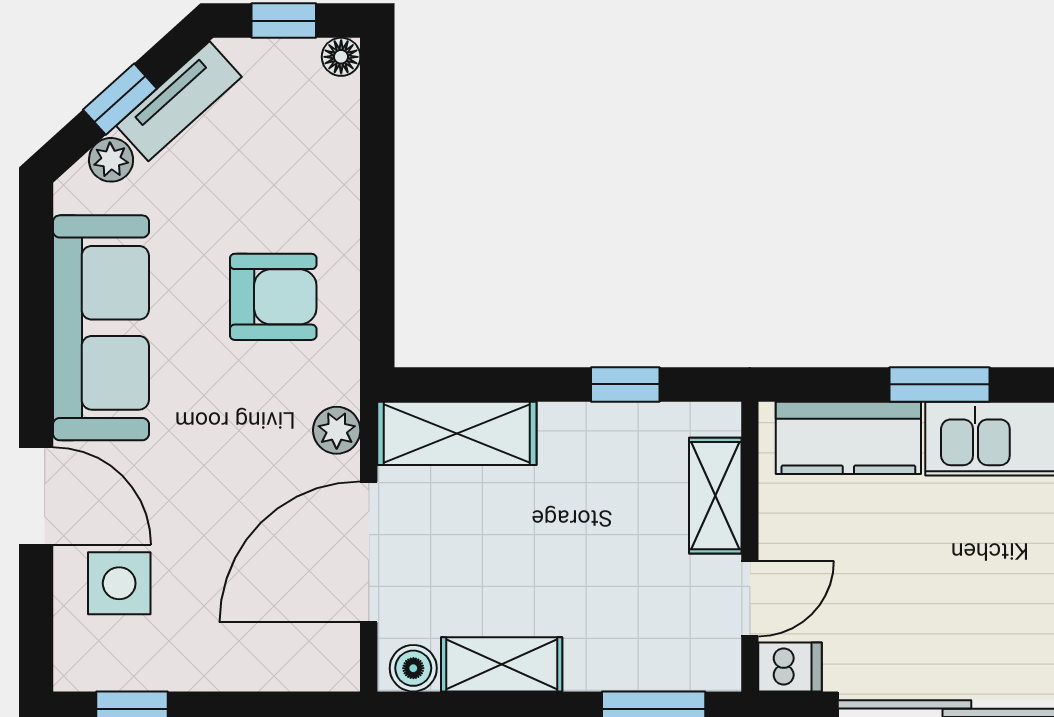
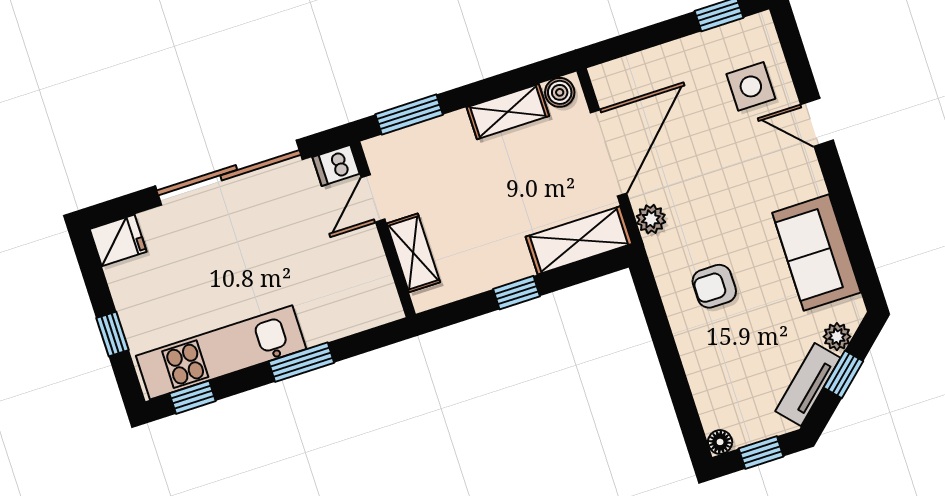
armchair: (273, 297) -> (714, 286), width x0.72, depth x0.72
sofa: (101, 328) -> (816, 253), width x0.73
window: (625, 384) -> (517, 293), moved
kitchen counter: (848, 438) -> (345, 313), removed
door: (36, 496) -> (817, 122), width x0.73

